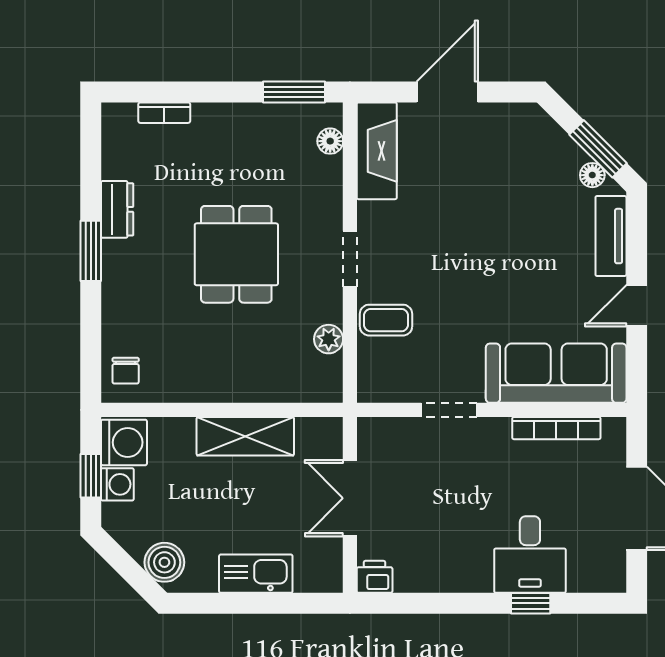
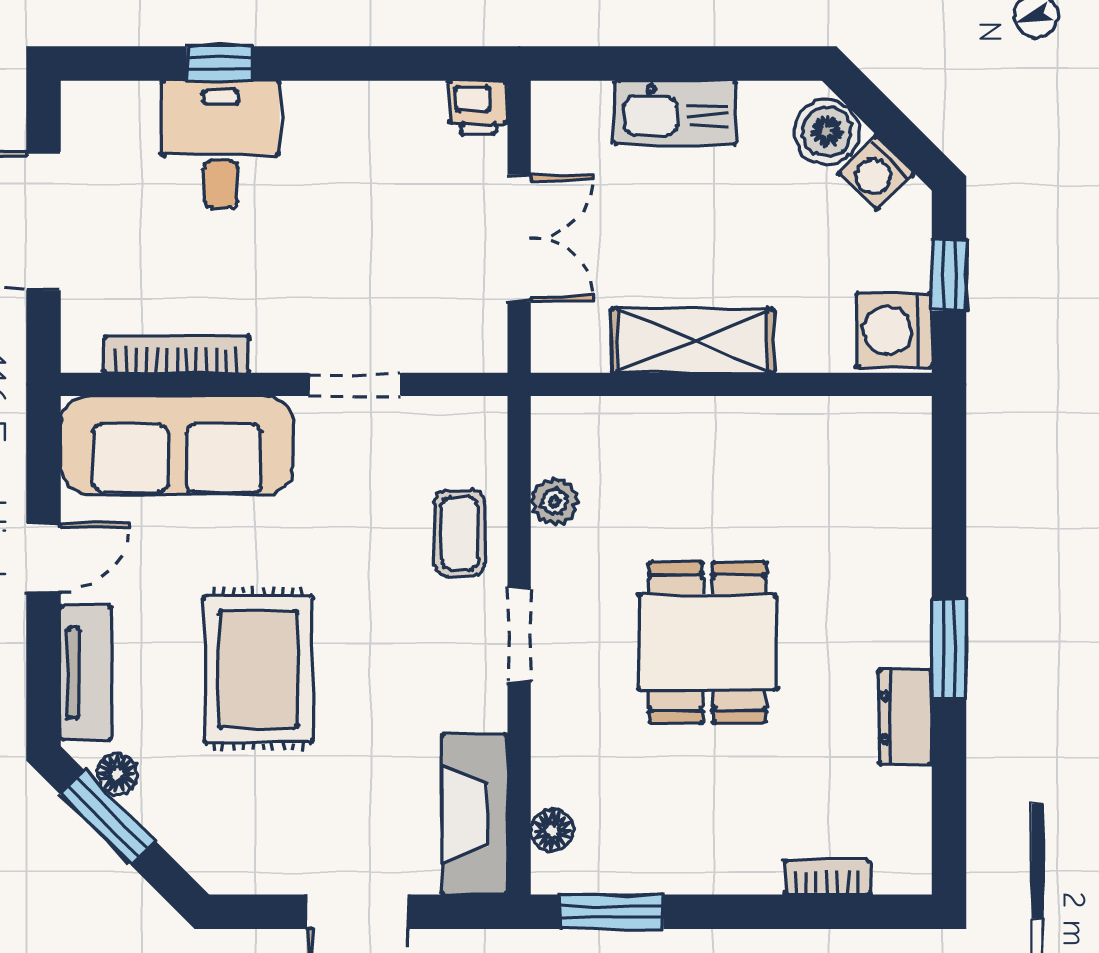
rug: (507, 238) -> (258, 669), added
coffee table: (386, 320) -> (459, 533), turned 90
chair: (126, 371) -> (891, 450), removed
washing machine: (117, 484) -> (876, 173), moved, turned -45

